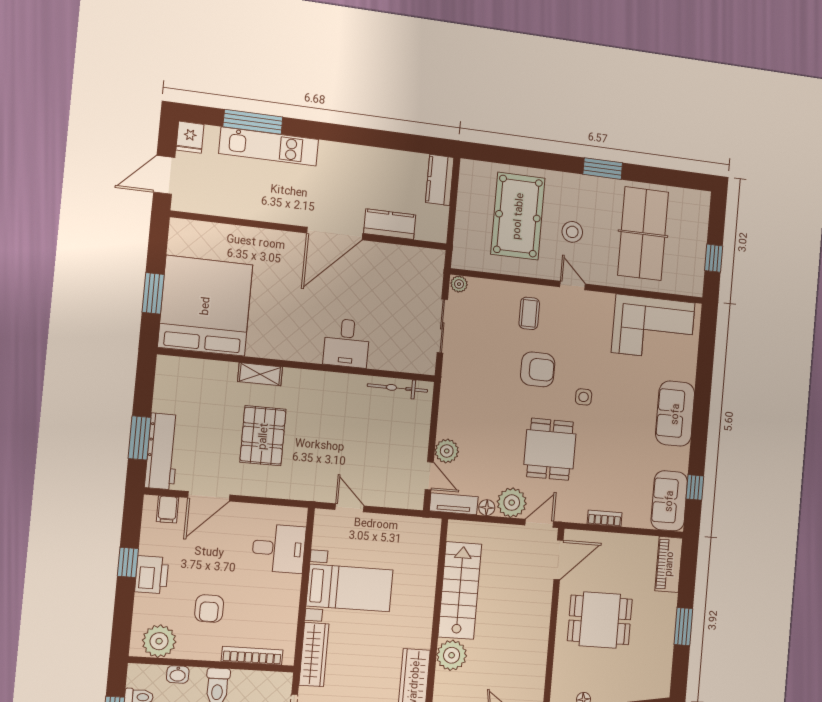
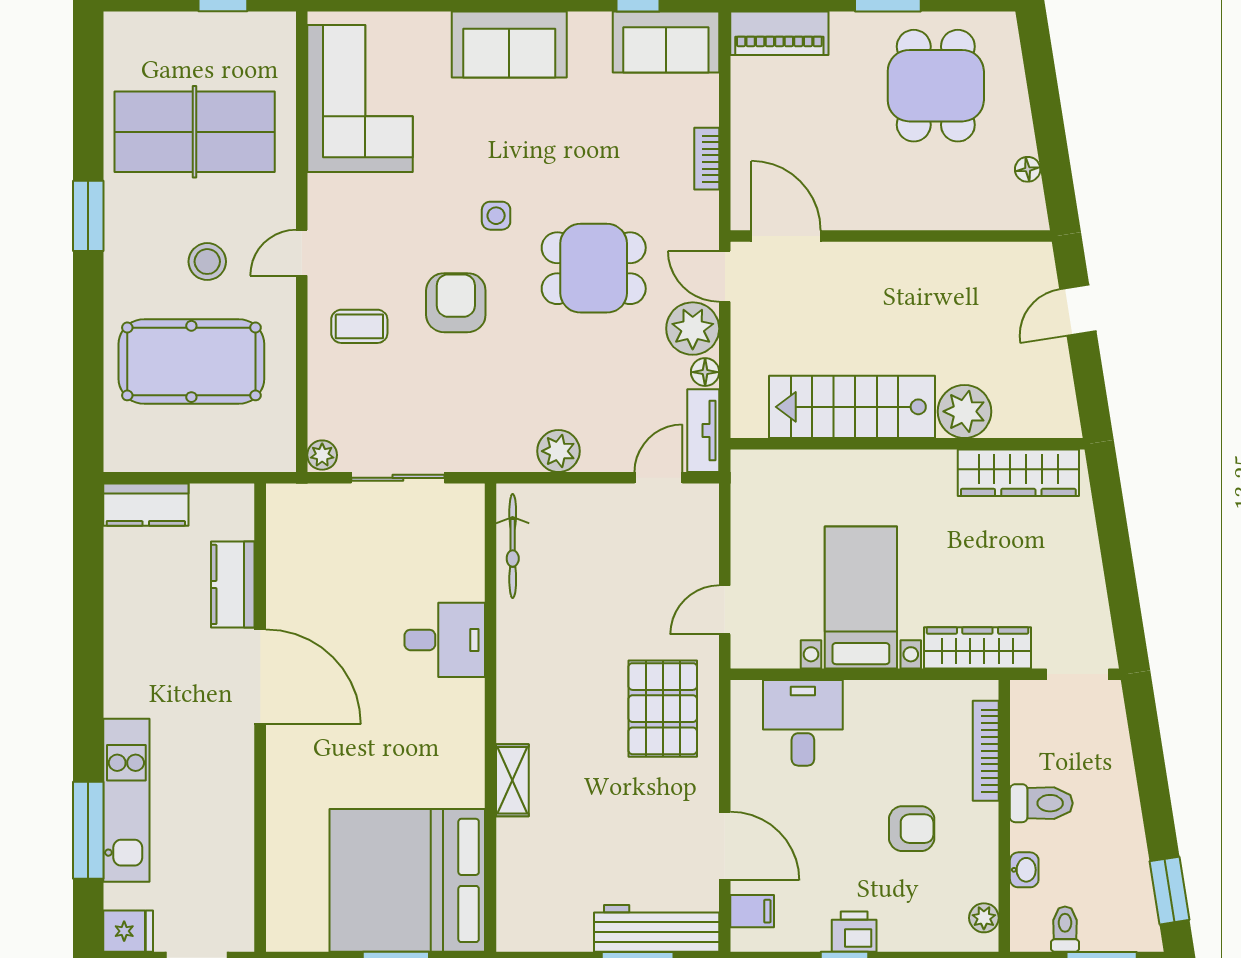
pallet: (263, 436) -> (663, 709), moved, turned 90
plant: (447, 451) -> (558, 451), moved
printer: (152, 575) -> (854, 932), width x0.73, depth x0.81
dining table: (600, 620) -> (936, 86), moved
plant: (159, 641) -> (984, 918), width x0.53, depth x0.53

